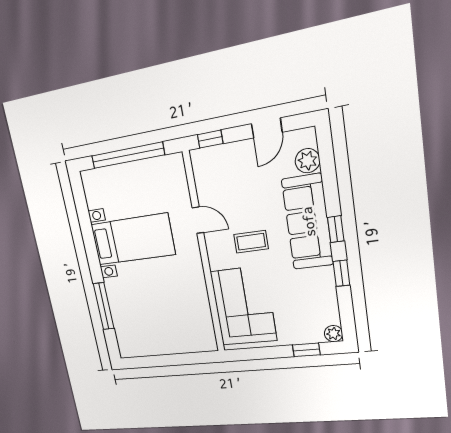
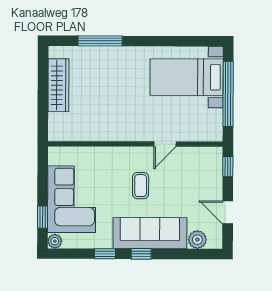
bed with nightstands: (133, 239) -> (187, 77), moved, turned 90
corner sofa: (244, 306) -> (72, 199), moved, turned -90
wardrobe: (157, 345) -> (58, 85), added

